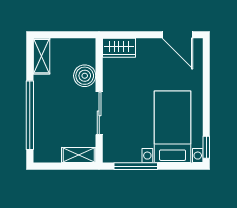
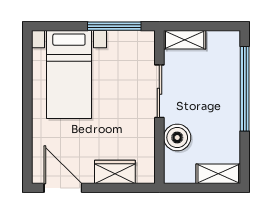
wardrobe: (119, 48) -> (115, 172), moved
shelving: (41, 56) -> (218, 174), moved, turned 90
window: (206, 147) -> (27, 49), removed

